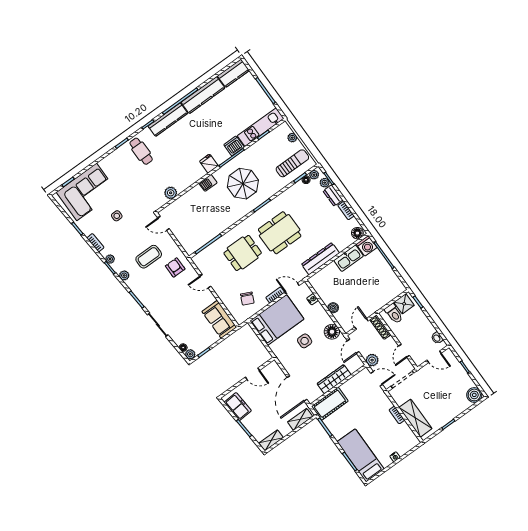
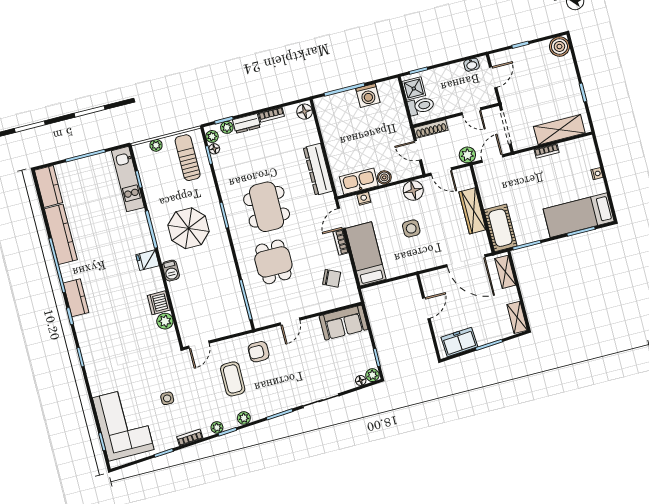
kitchen counter: (168, 120) -> (76, 298), width x0.67
dishwasher: (234, 146) -> (159, 303), moved
cafe table: (141, 151) -> (100, 337), removed
washing machine: (367, 246) -> (368, 95), moved, turned 90
kitchen sink: (349, 258) -> (359, 181), moved, turned -90
bed: (277, 320) -> (366, 254), width x0.67

